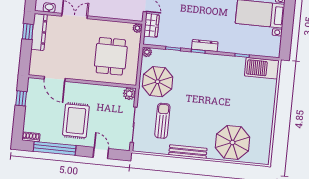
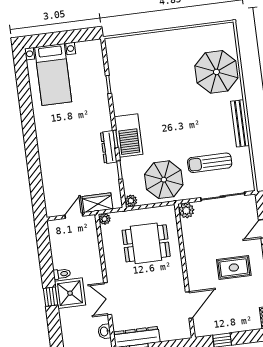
dresser: (205, 46) -> (109, 147), moved
barbecue: (262, 68) -> (128, 135), moved
rug: (76, 121) -> (234, 268), width x0.73, depth x0.70

